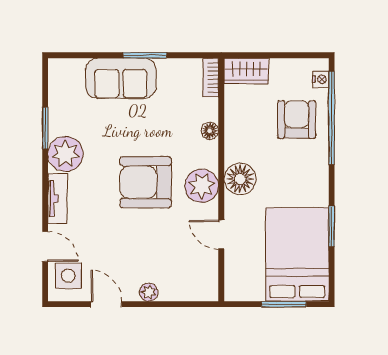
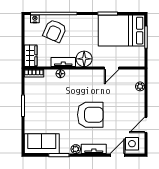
sofa: (121, 78) -> (42, 144), moved, turned -90
armchair: (297, 120) -> (55, 31), turned -66
tv unit: (233, 137) -> (63, 62), added
plant: (65, 154) -> (76, 149), width x0.53, depth x0.53
armchair: (146, 182) -> (90, 115), moved, turned -90
plant: (202, 186) -> (87, 78), removed
plant: (149, 292) -> (140, 86), moved

